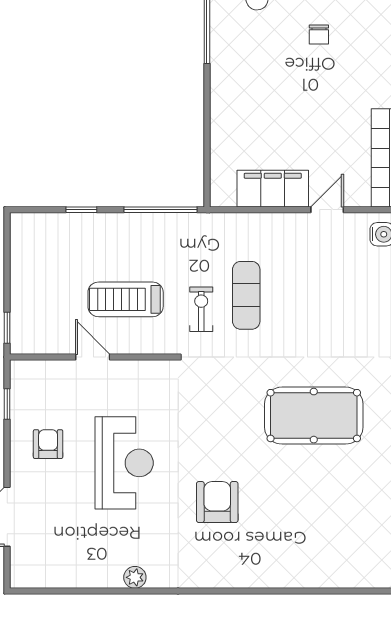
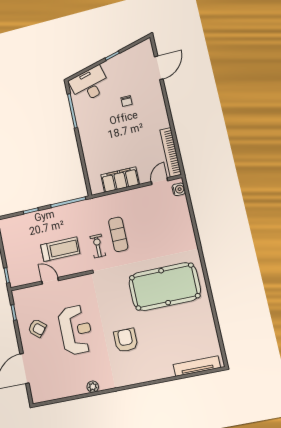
door: (327, 210) -> (159, 181), moved
treadmill: (126, 299) -> (60, 249), turned 180
pool table: (314, 416) -> (165, 287), width x1.36, depth x1.32
armchair: (48, 444) -> (37, 328), turned 130
tv unit: (342, 577) -> (197, 366), added

